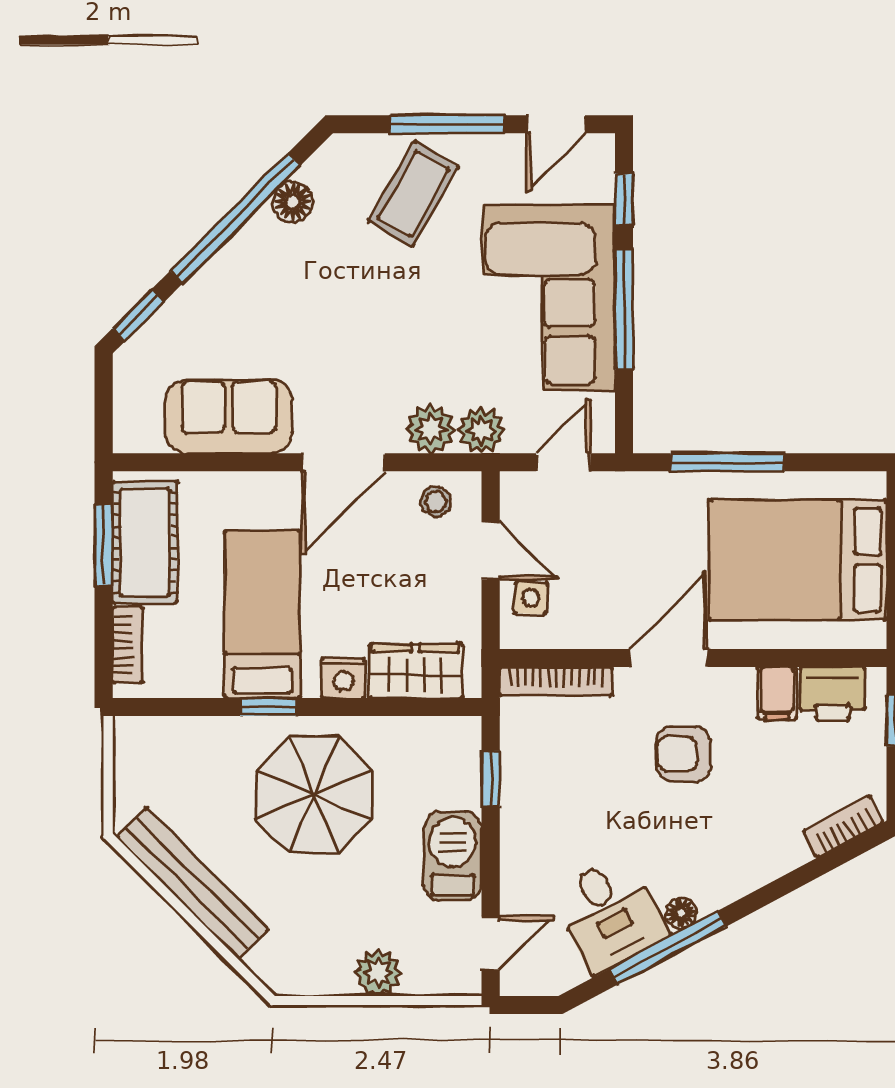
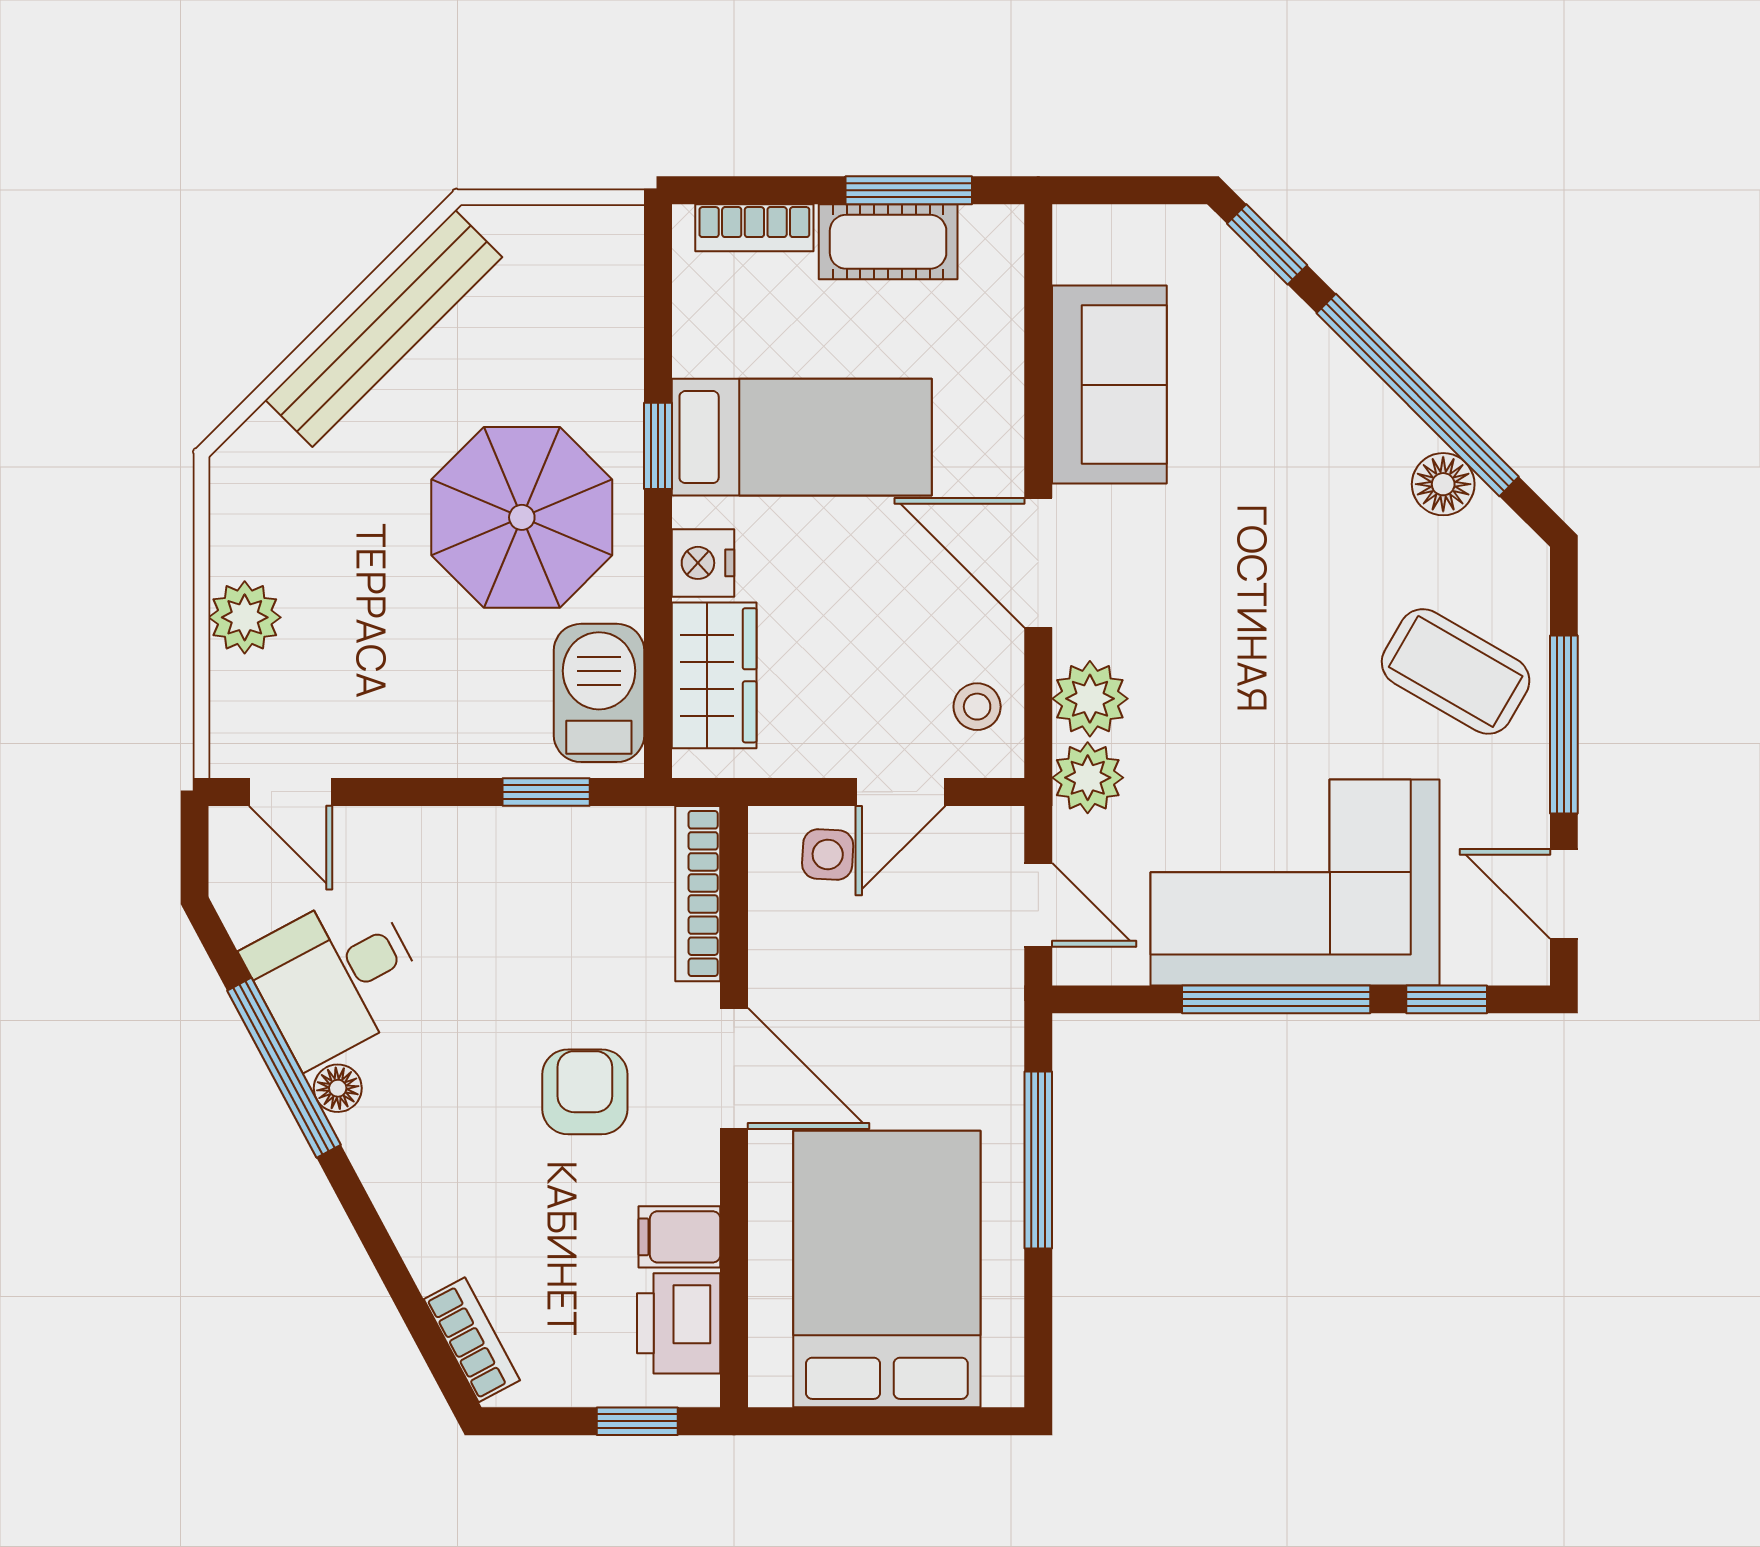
cot: (145, 542) -> (888, 242), width x0.73, depth x0.75
barbecue: (453, 856) -> (599, 693), moved, turned -90

